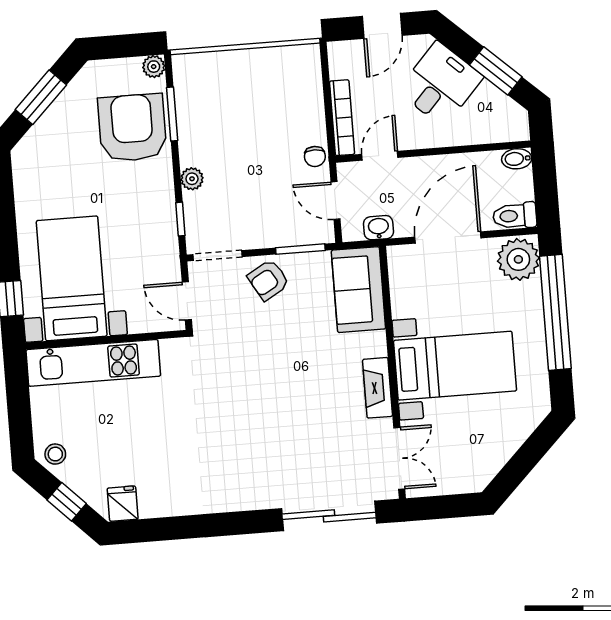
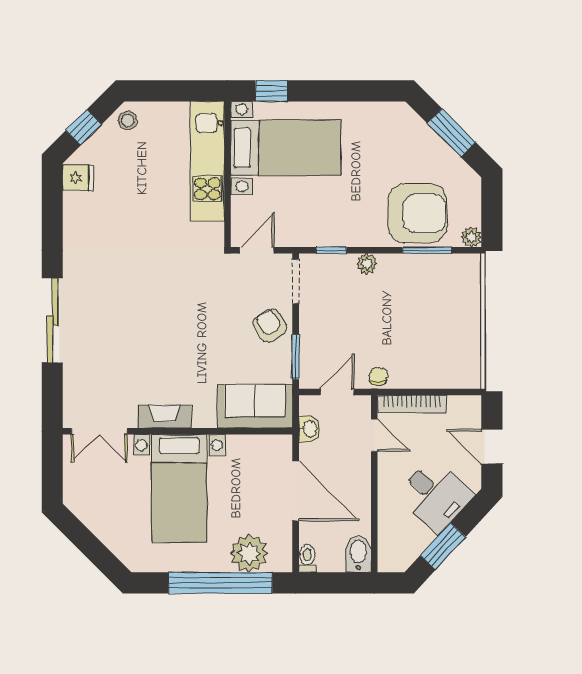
chair: (315, 156) -> (378, 376), turned 90
bidet: (517, 159) -> (358, 554), width x1.38, depth x1.36
toilet: (515, 216) -> (307, 558), width x0.73, depth x0.72
plant: (518, 259) -> (249, 553), moved
sliding door: (329, 516) -> (52, 321), moved

